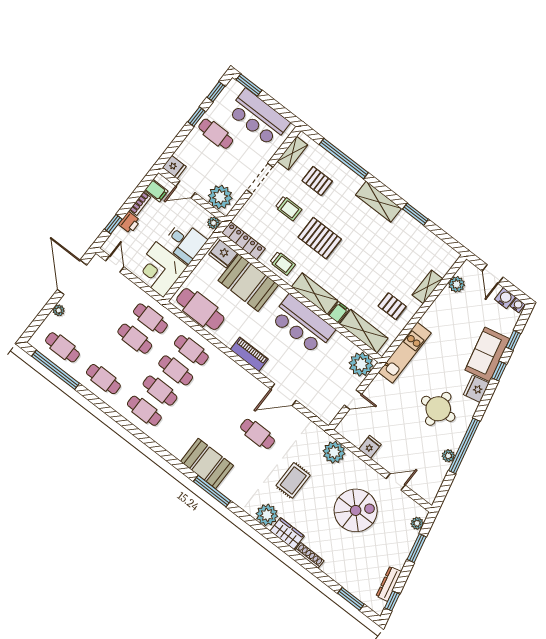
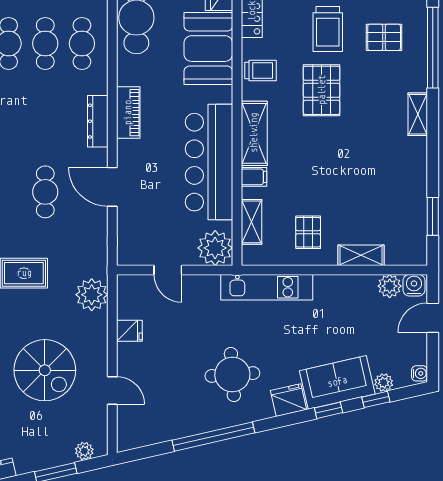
pallet: (317, 181) -> (384, 37), turned 90
shelving: (378, 202) -> (418, 114), width x0.67, depth x0.75
trolley: (288, 208) -> (328, 29), width x1.36, depth x1.39
window: (415, 214) -> (433, 216), moved
trolley: (283, 263) -> (260, 70), turned -90
water cooler: (505, 298) -> (414, 285), moved, turned -90
bar counter: (303, 324) -> (209, 162), width x1.36
shelving: (364, 331) -> (251, 222), width x0.67, depth x0.75
dresser: (241, 375) -> (98, 121), added
plant: (448, 456) -> (384, 383), moved

